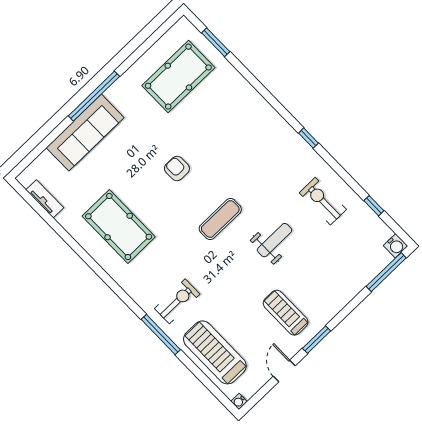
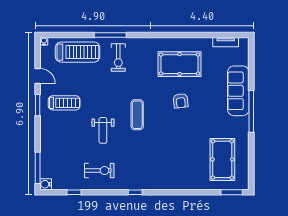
window: (216, 42) -> (232, 192), moved
armchair: (177, 169) -> (181, 101), moved, turned 83

